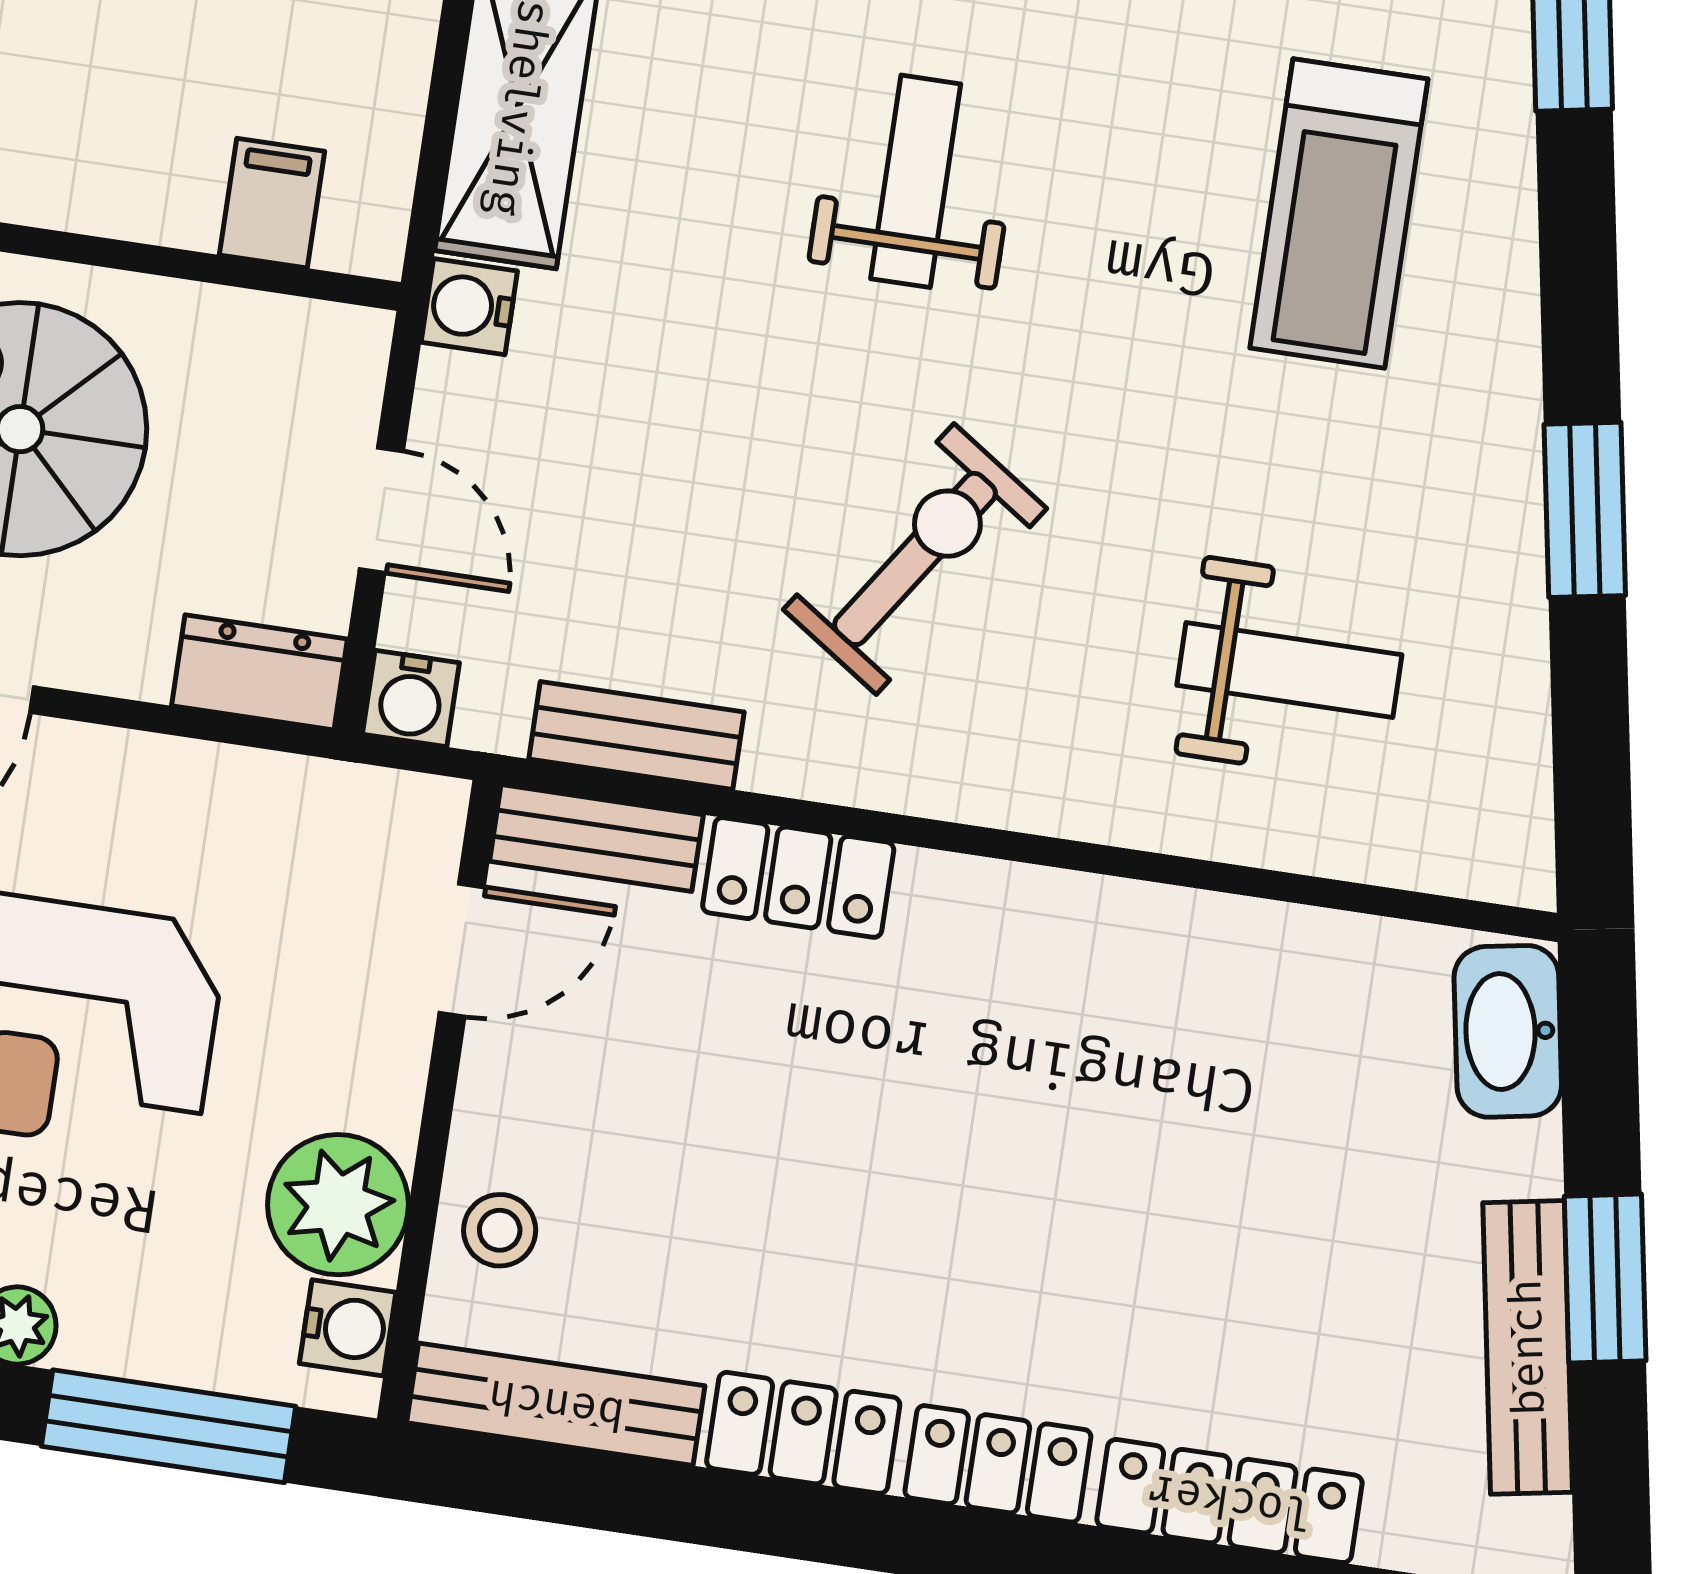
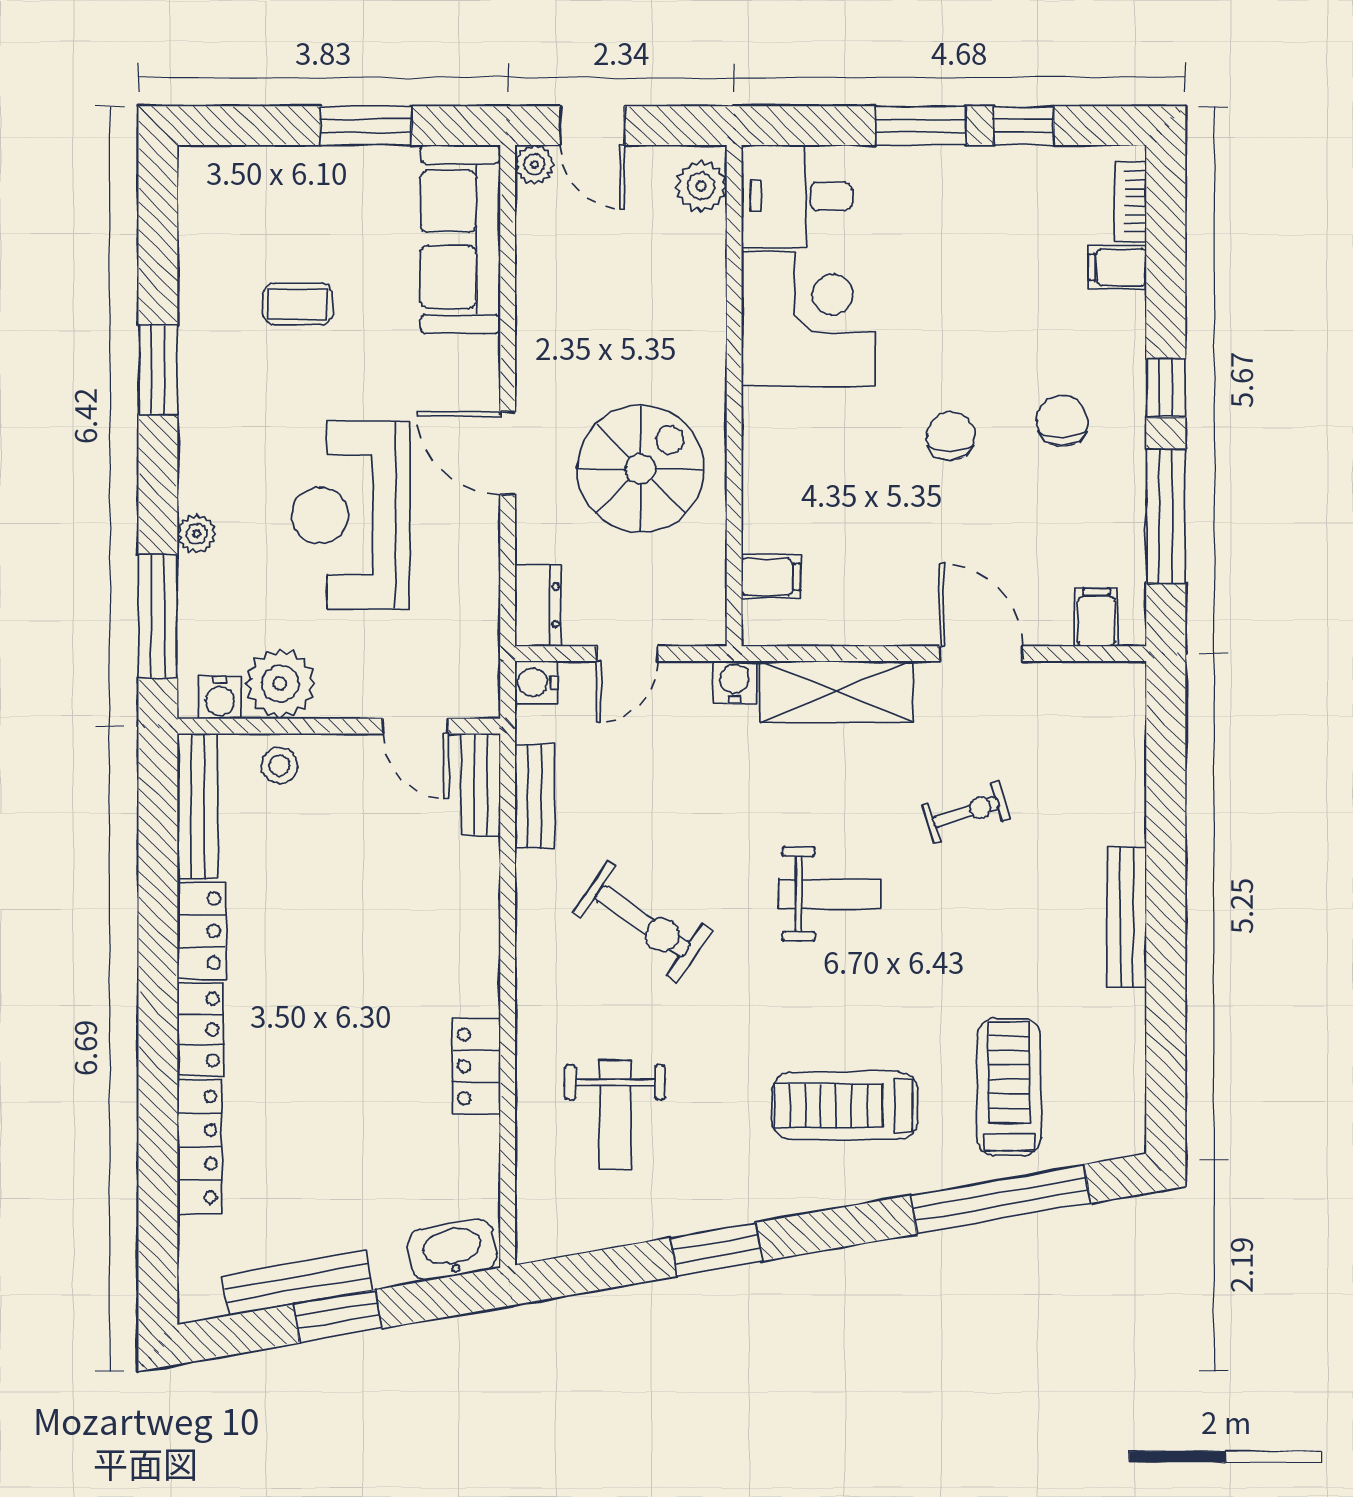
locker: (798, 877) -> (476, 1066), moved

